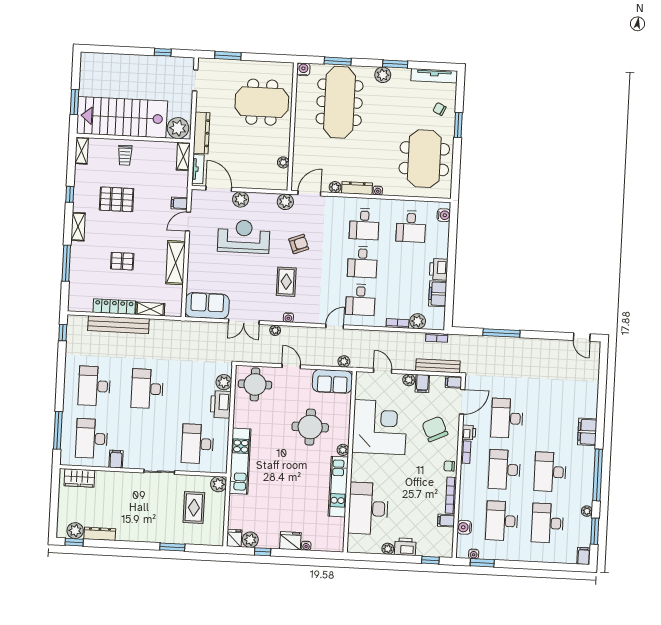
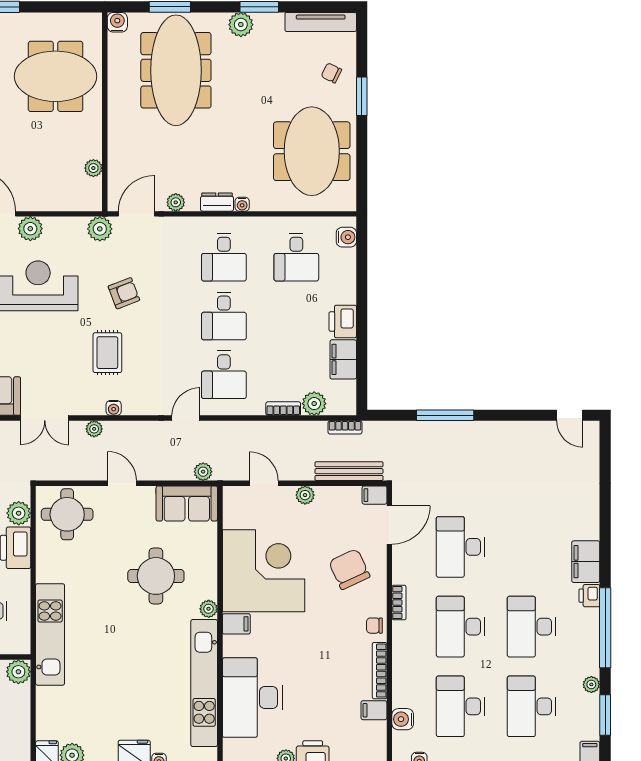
dresser: (357, 188) -> (217, 202), width x0.70
filing cabinet: (422, 383) -> (236, 624), moved, turned -90
printer: (469, 433) -> (589, 596), moved, turned 180
kitchen unit: (338, 487) -> (204, 683), width x1.36

